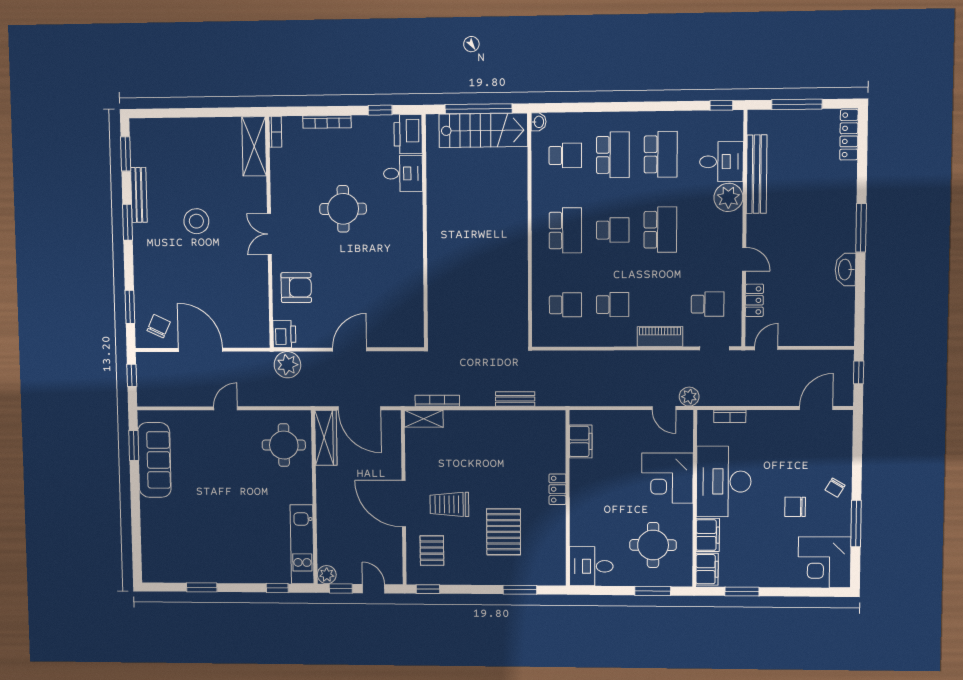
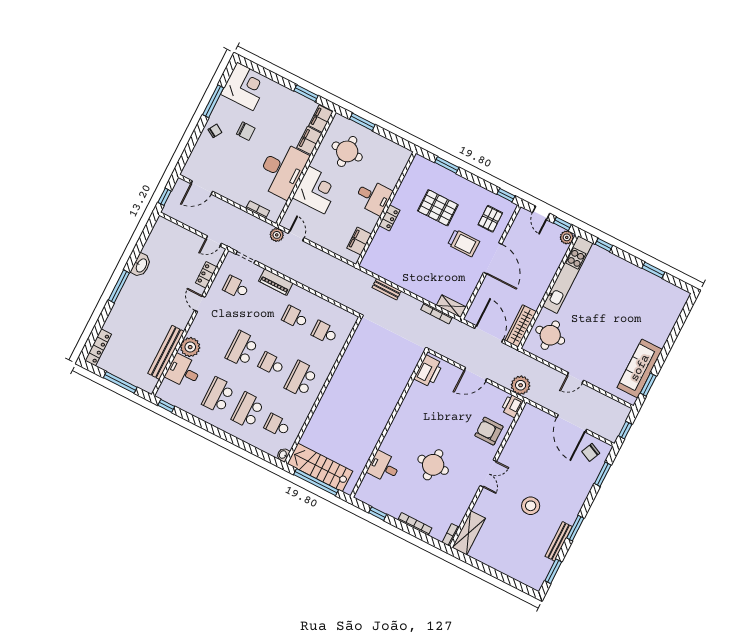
printer: (408, 134) -> (428, 371), moved
pallet: (504, 532) -> (438, 208), turned 90
kitchen unit: (302, 544) -> (568, 275), width x1.36
desk: (591, 566) -> (373, 197), moved

